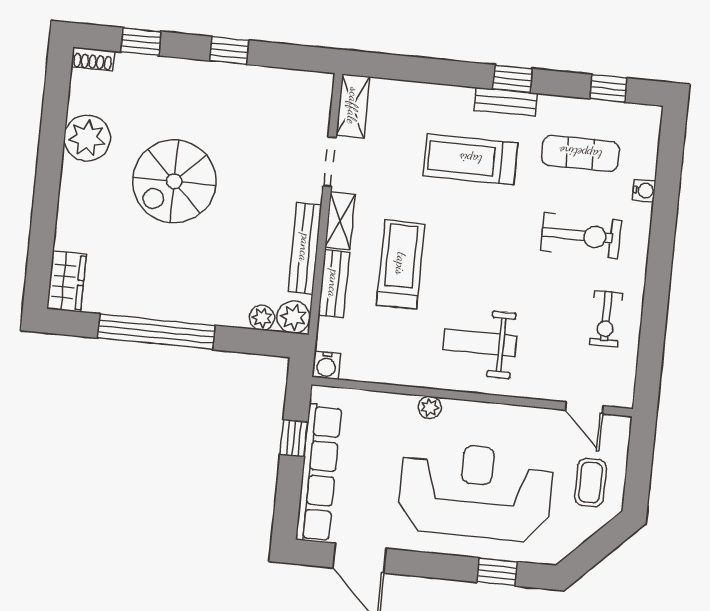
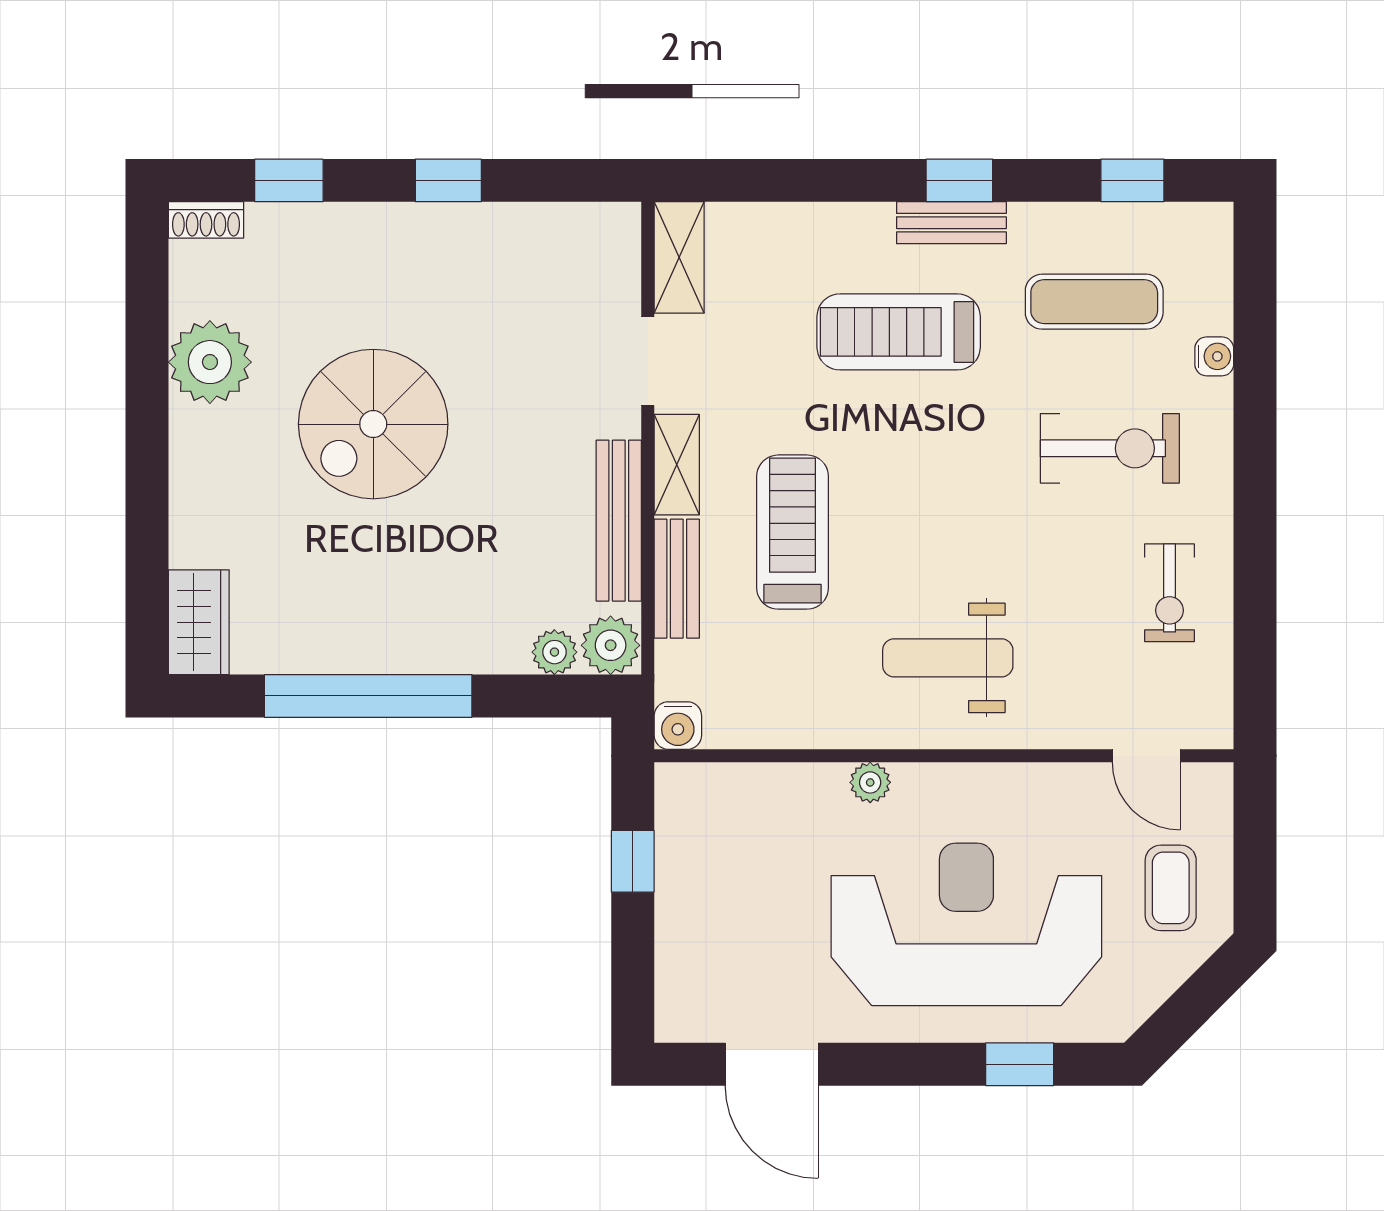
row of seats: (319, 473) -> (683, 920), removed

